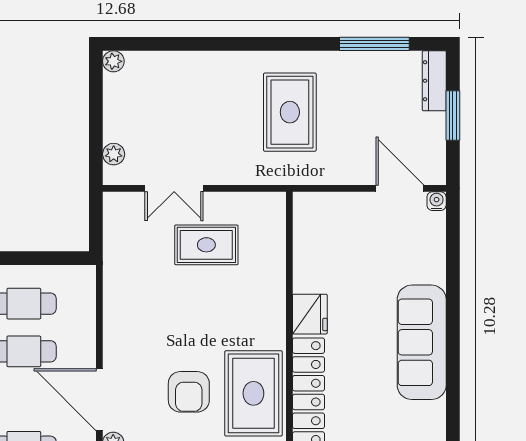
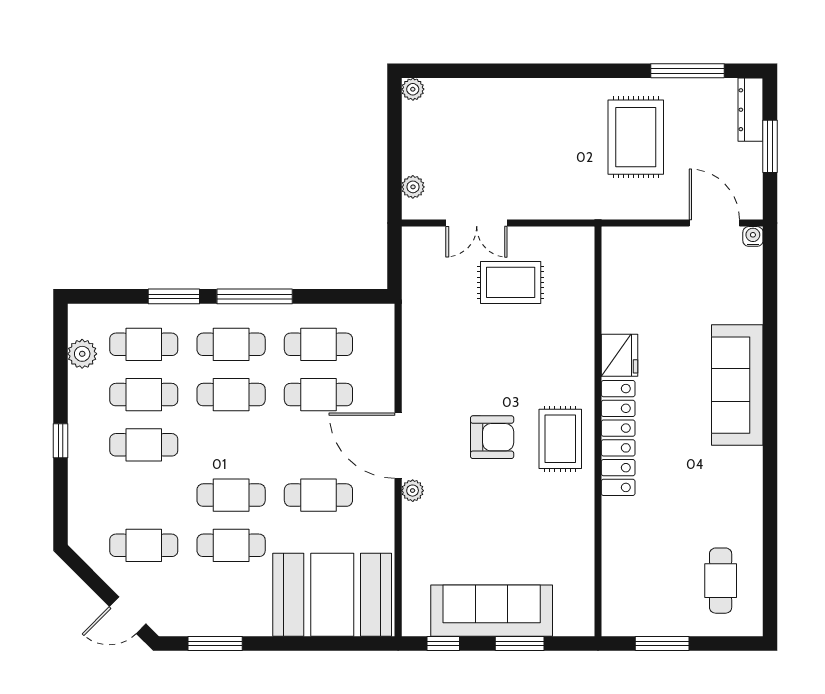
rug: (290, 112) -> (636, 137), moved
armchair: (189, 392) -> (492, 437), turned -90
rug: (253, 393) -> (560, 439), width x0.73, depth x0.70

